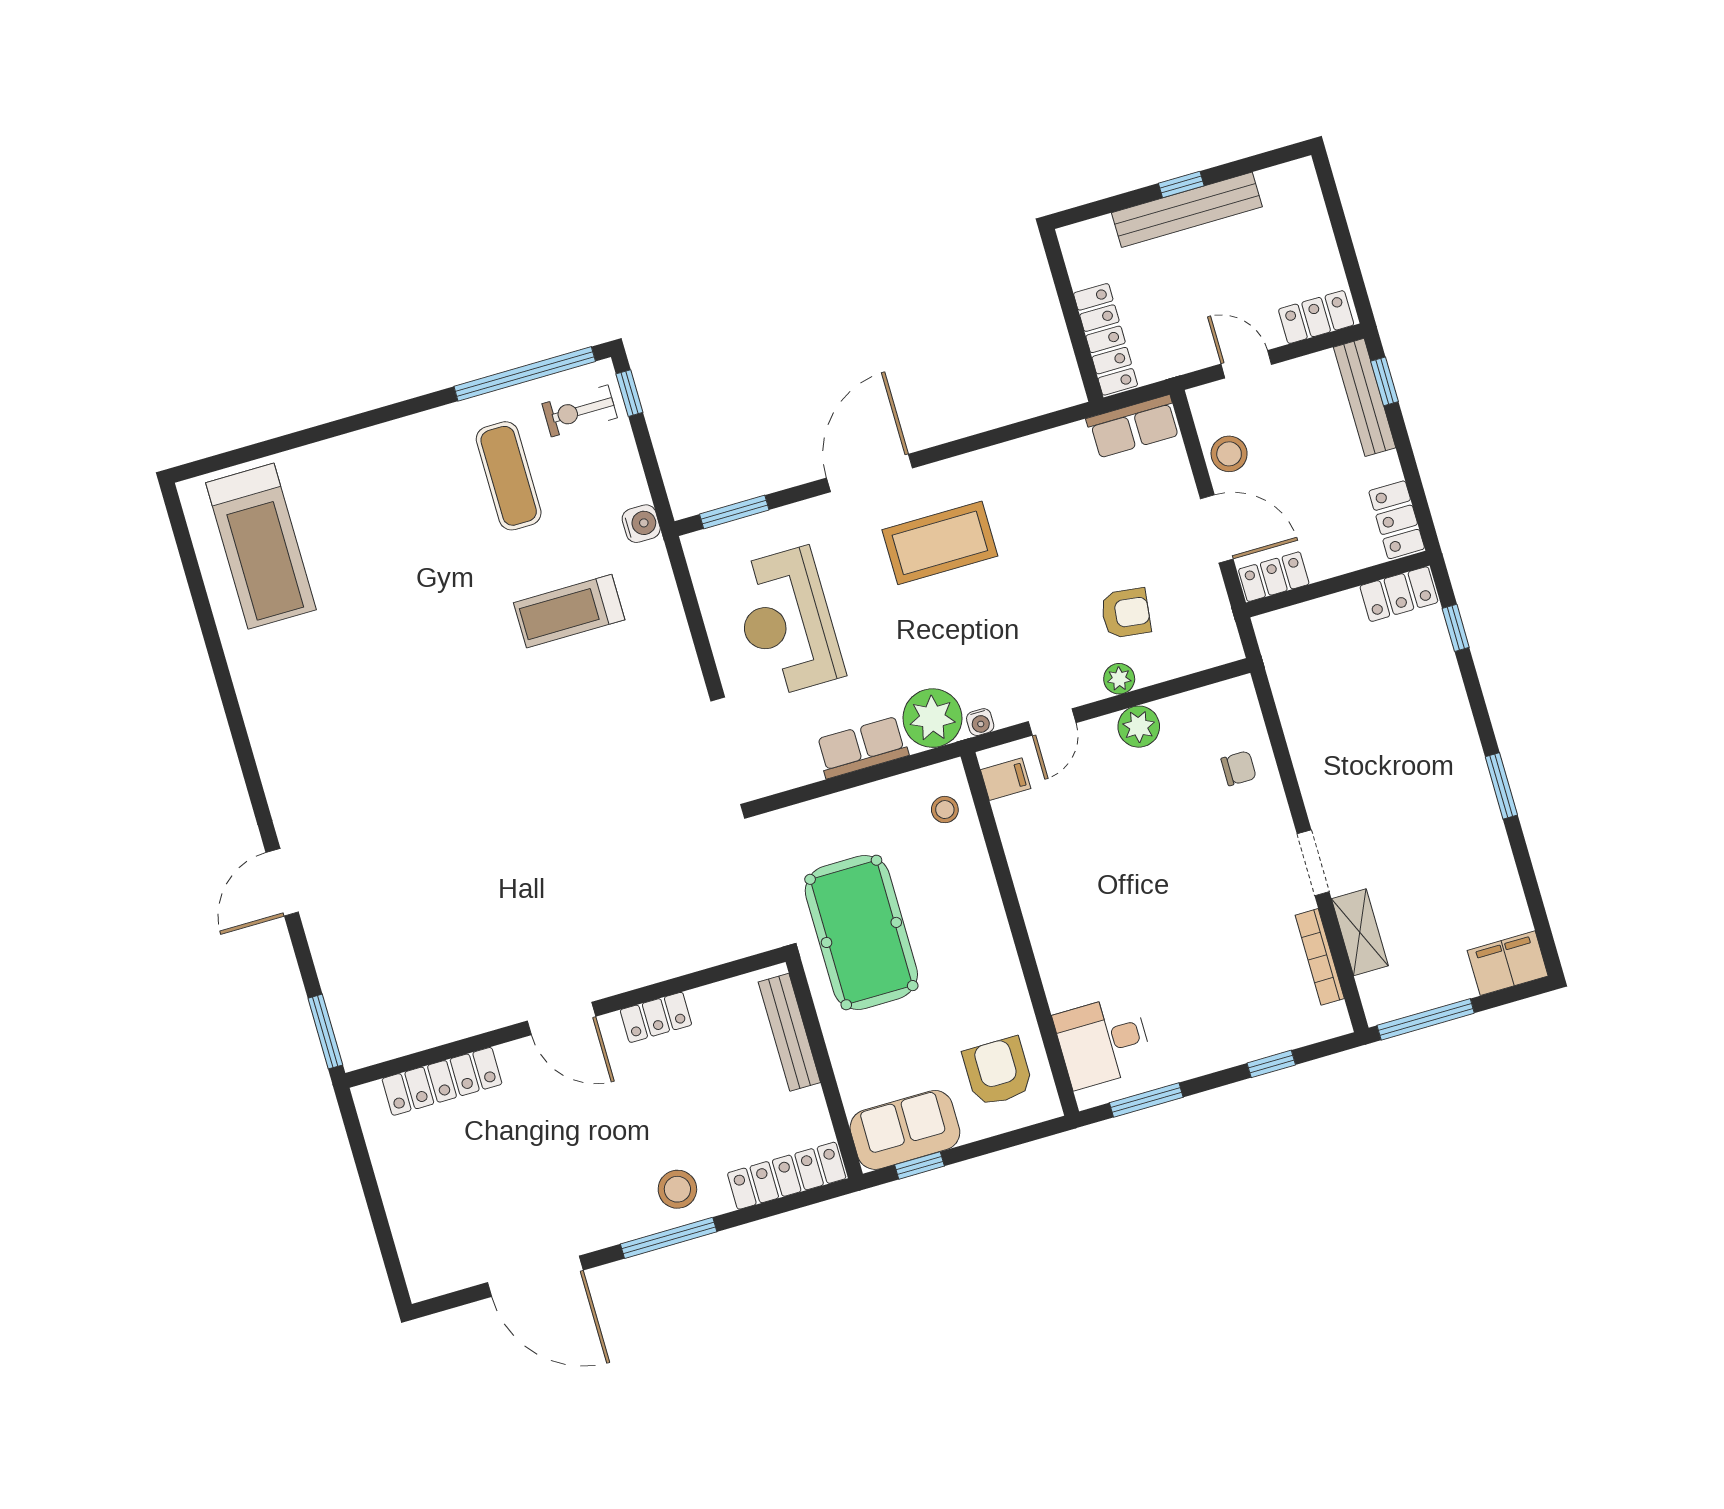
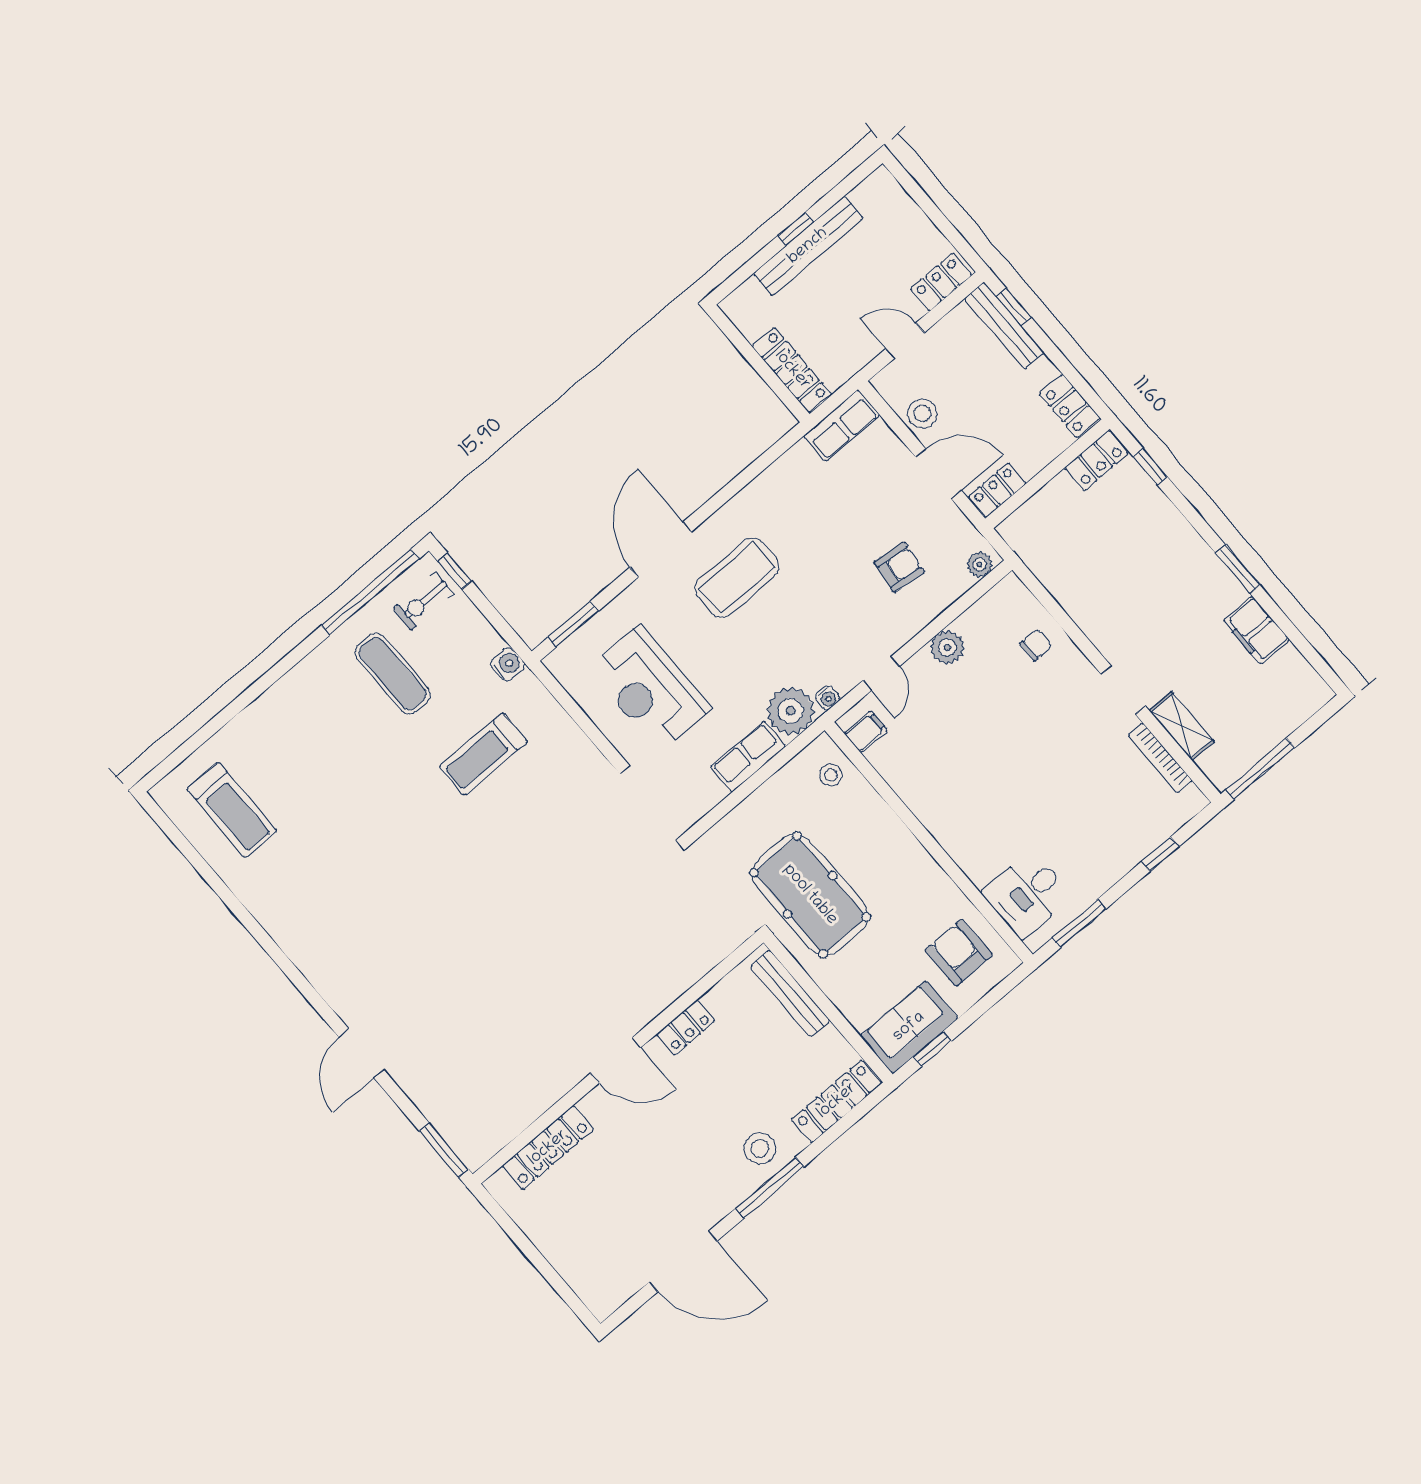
treadmill: (261, 546) -> (232, 810), width x0.73, depth x0.73
plant: (1119, 679) -> (980, 565), moved
filing cabinet: (1508, 963) -> (1256, 630), moved, turned -90

